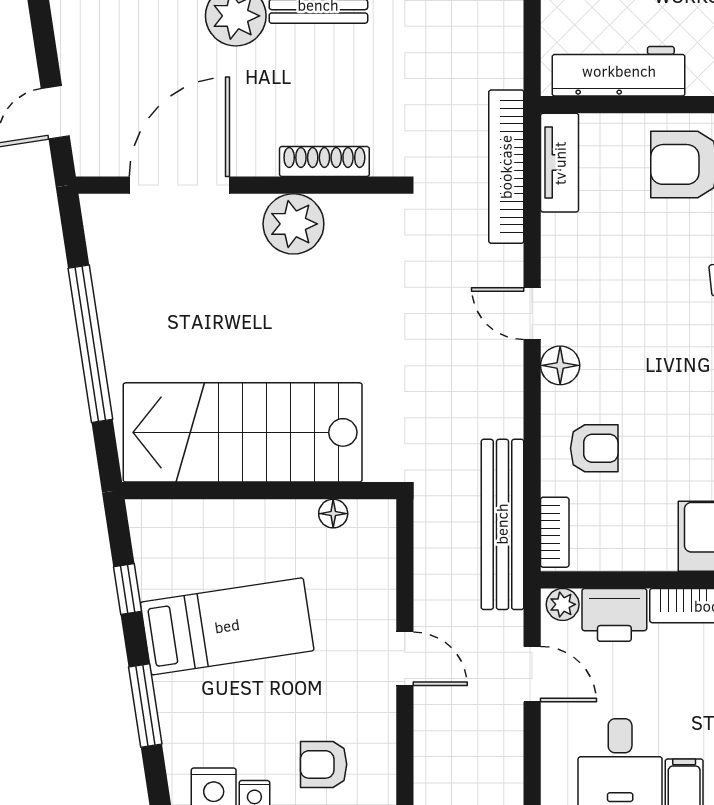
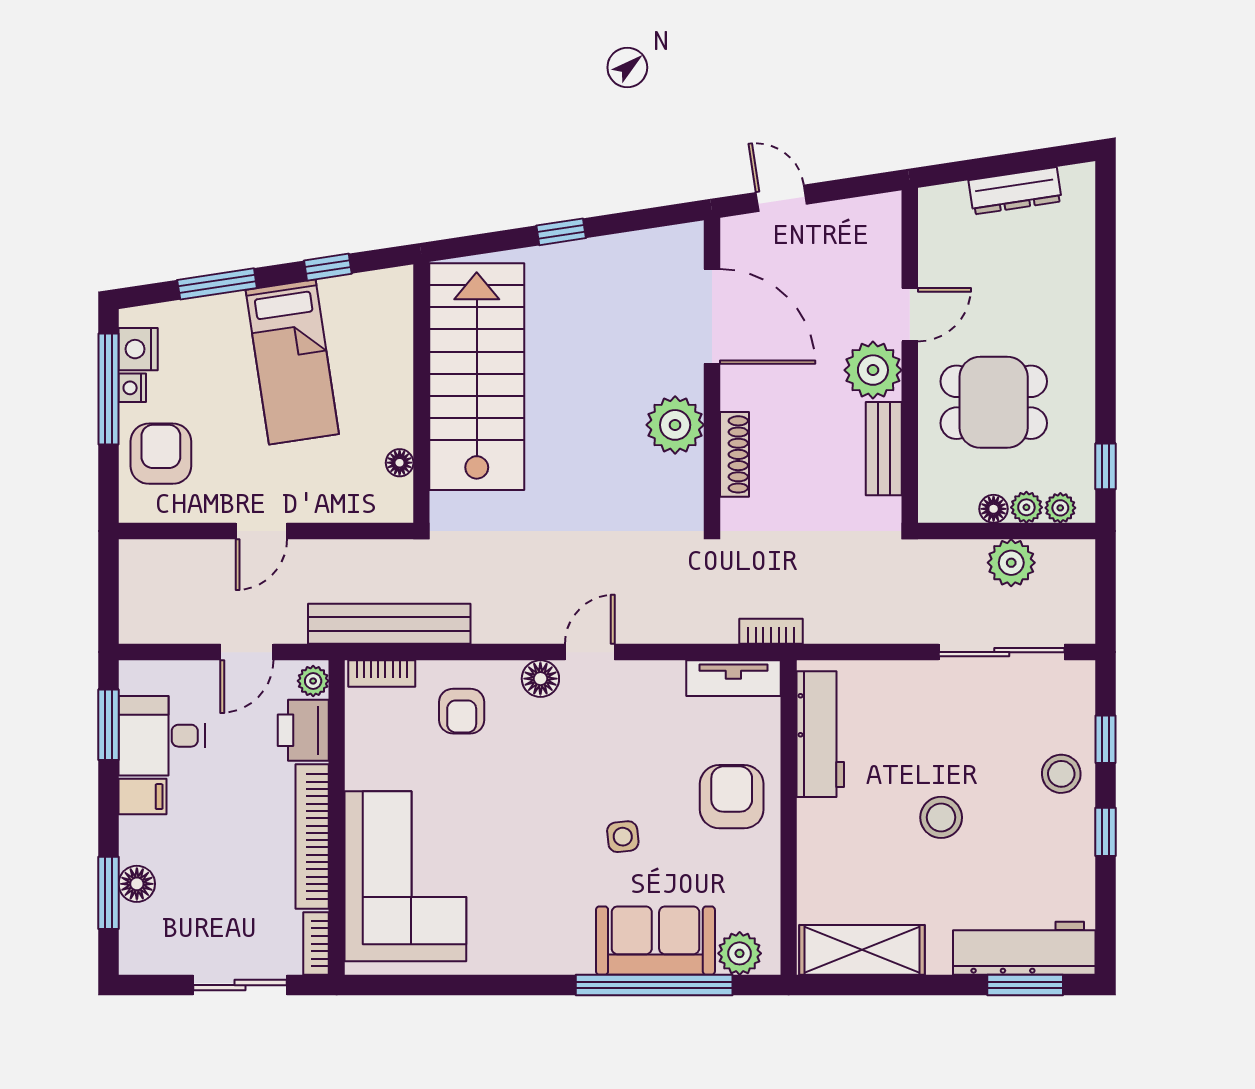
bookcase: (506, 167) -> (771, 631), width x0.43, depth x0.76
window: (90, 344) -> (561, 232), width x0.32
armchair: (324, 764) -> (161, 454), width x1.38, depth x1.38

